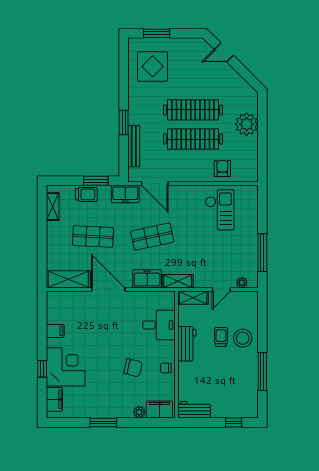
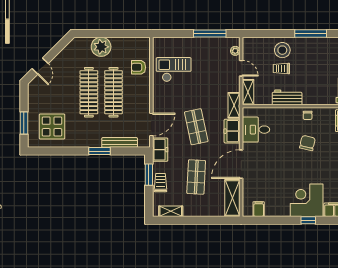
desk: (159, 325) -> (256, 130), moved, turned -90
filing cabinet: (55, 331) -> (259, 209), moved

